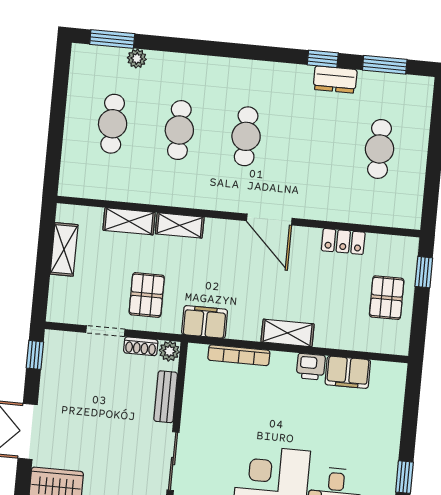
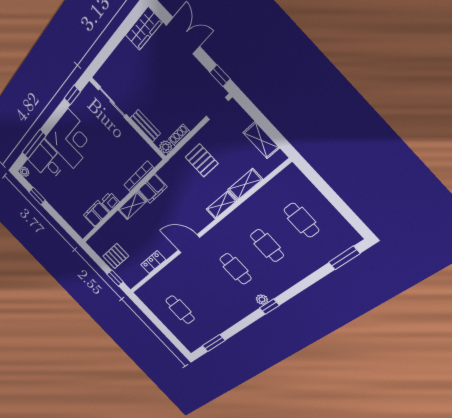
plant: (137, 58) -> (262, 299), moved
window: (323, 59) -> (269, 307), moved
dresser: (335, 80) -> (226, 322), removed
pallet: (387, 298) -> (116, 256), turned 90
filing cabinet: (205, 322) -> (152, 189), moved
doorway: (105, 331) -> (217, 108), moved

